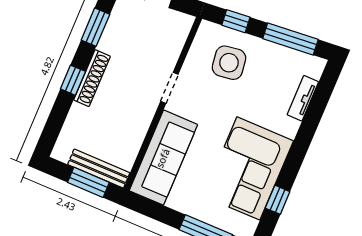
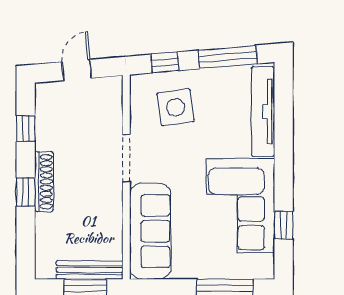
window: (95, 27) -> (26, 129), width x0.67
doorway: (169, 88) -> (126, 158), width x1.38
tv unit: (303, 98) -> (263, 112), width x1.92, depth x1.29

